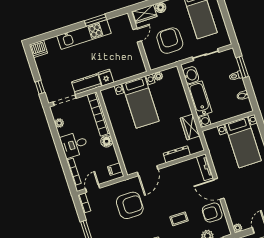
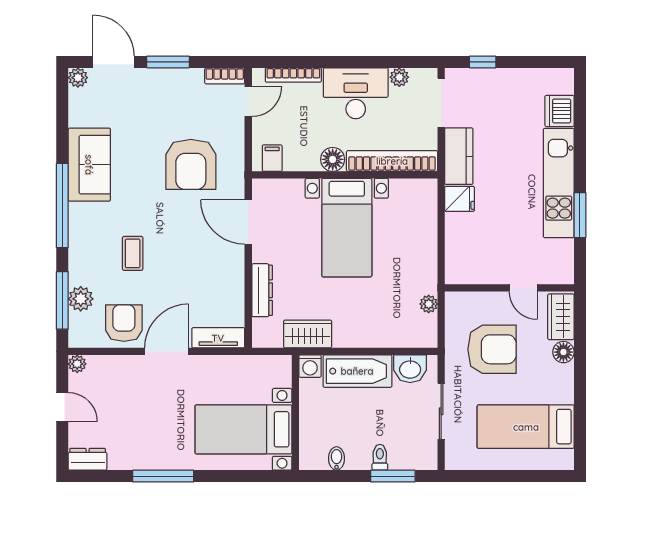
dishwasher: (38, 49) -> (560, 111), moved
bed with nightstands: (140, 102) -> (347, 228), moved, turned -90
desk: (74, 145) -> (356, 93), width x1.37
door: (93, 188) -> (248, 102), hinge flipped

